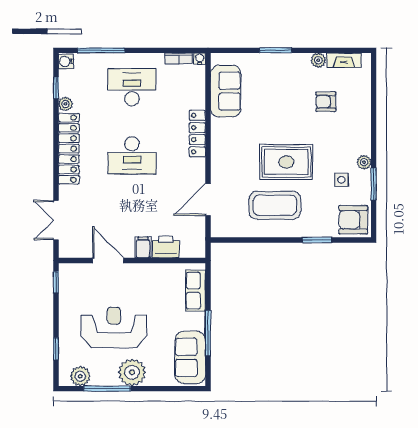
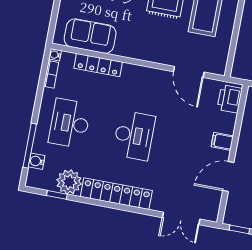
water cooler: (66, 62) -> (37, 161), moved, turned 90
plant: (66, 104) -> (69, 182), width x1.87, depth x1.87
locker: (197, 134) -> (98, 65), moved
printer: (166, 247) -> (230, 99), moved

